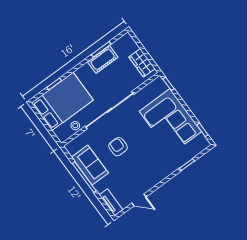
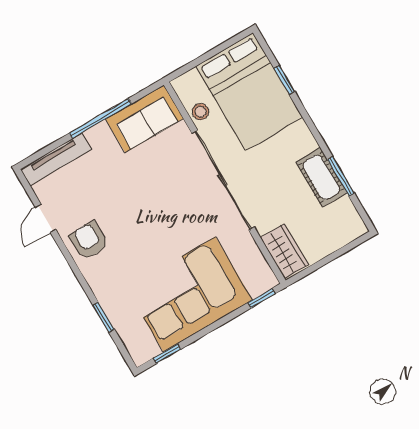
wardrobe: (142, 63) -> (284, 251), moved, turned 90
armchair: (118, 147) -> (89, 241), moved, turned -91
sofa: (90, 165) -> (145, 119), moved
tv unit: (111, 202) -> (56, 159), width x1.41

